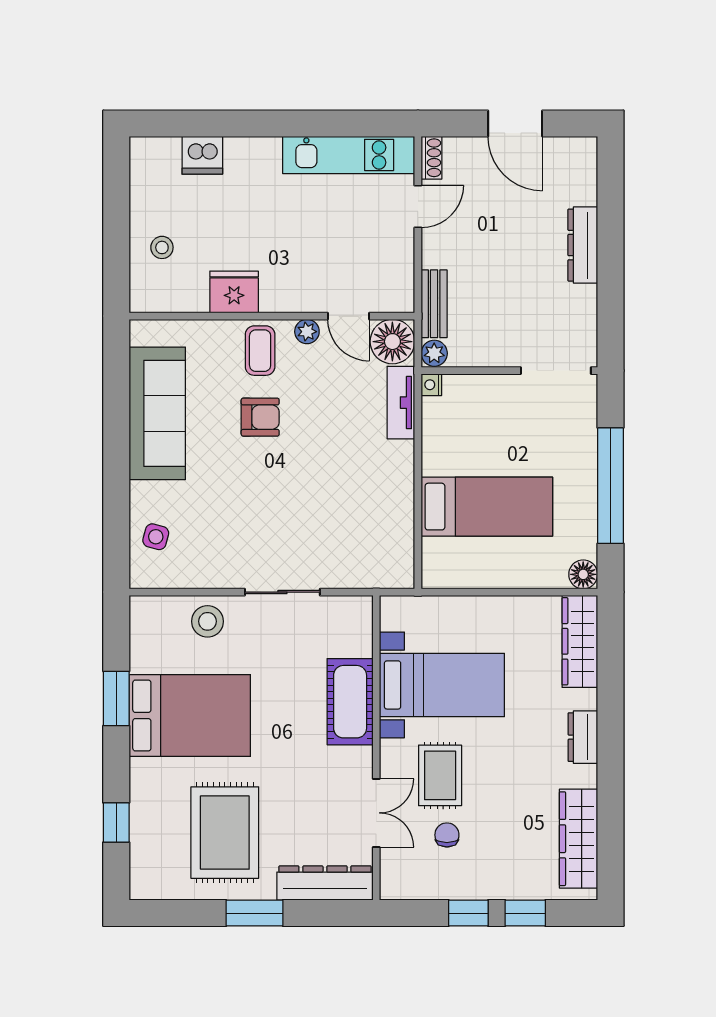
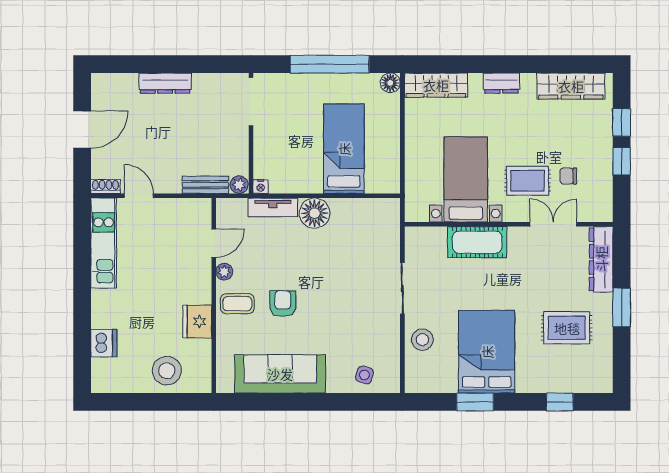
stool: (162, 247) -> (167, 371), width x1.89, depth x1.89
floor lamp: (392, 342) -> (315, 213), moved
rug: (225, 833) -> (567, 328), width x0.73, depth x0.70

